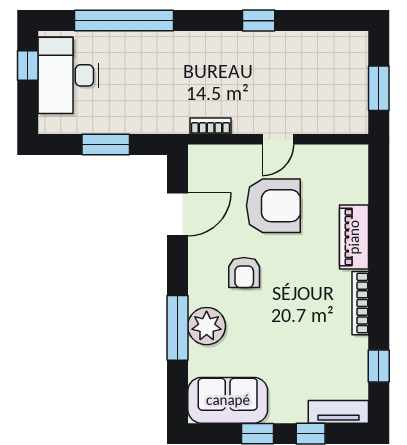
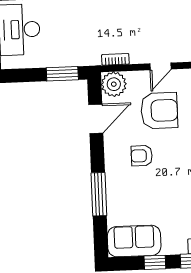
window: (106, 144) -> (62, 74), moved
armchair: (244, 272) -> (142, 156), turned 90
plant: (207, 326) -> (114, 84), moved

